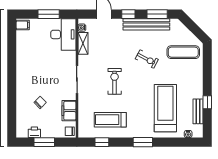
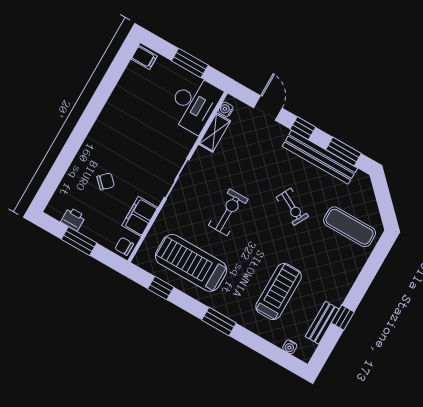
treadmill: (165, 108) -> (279, 292), width x0.73, depth x0.73
treadmill: (110, 120) -> (191, 263), width x1.37, depth x1.38

